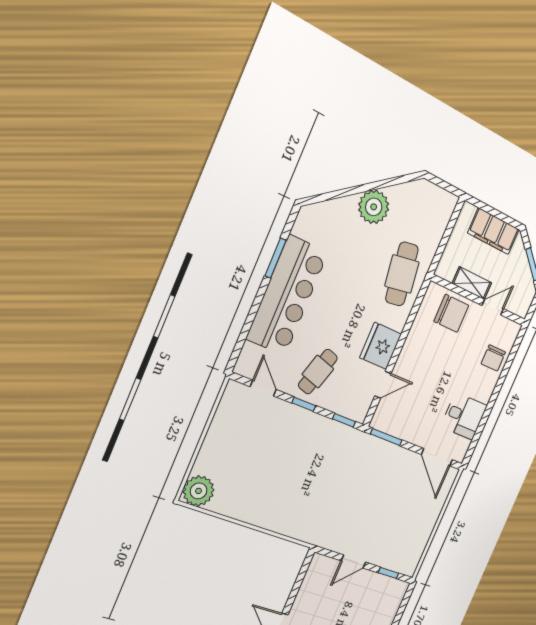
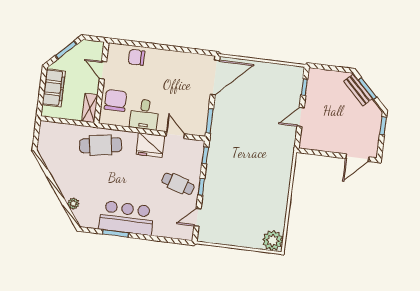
plant: (374, 207) -> (73, 204), moved, width x0.53, depth x0.53
shelving: (472, 283) -> (90, 108), moved
bar counter: (287, 296) -> (126, 218), width x0.73
chair: (493, 358) -> (137, 57), turned 180
desk: (464, 416) -> (144, 114), moved, turned 180
door: (437, 457) -> (215, 77), width x1.36
door: (353, 561) -> (301, 117), swing flipped

